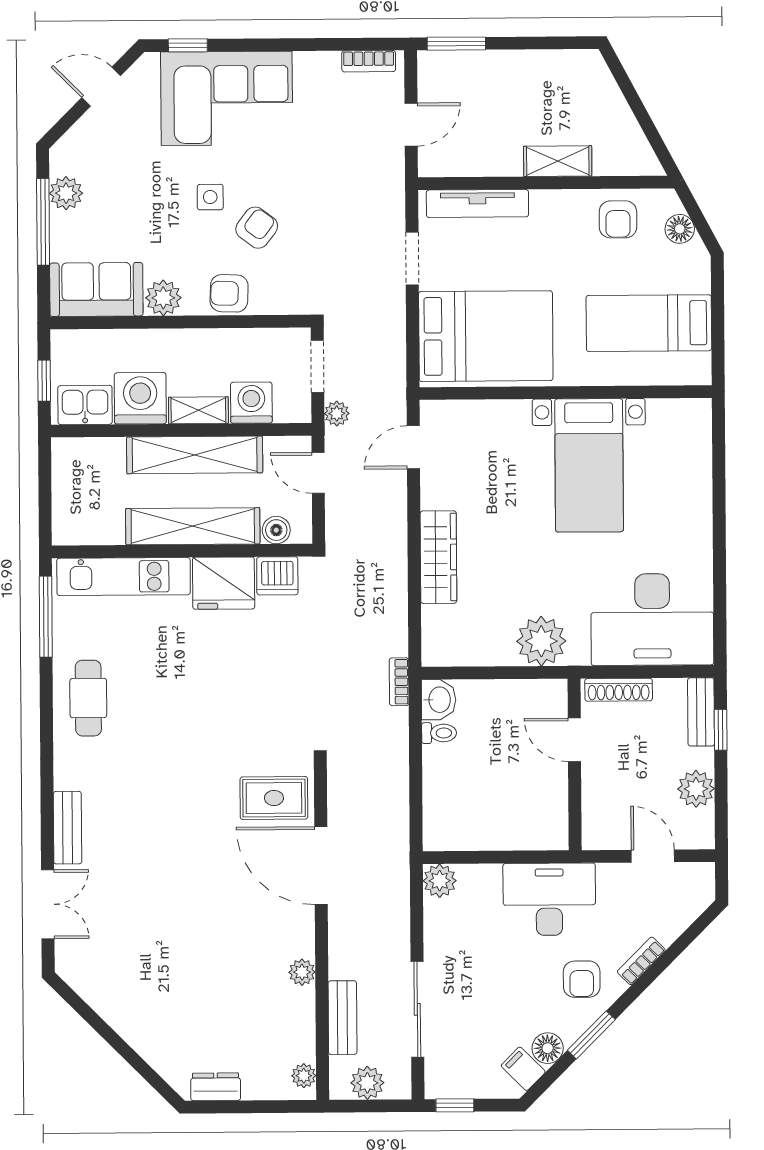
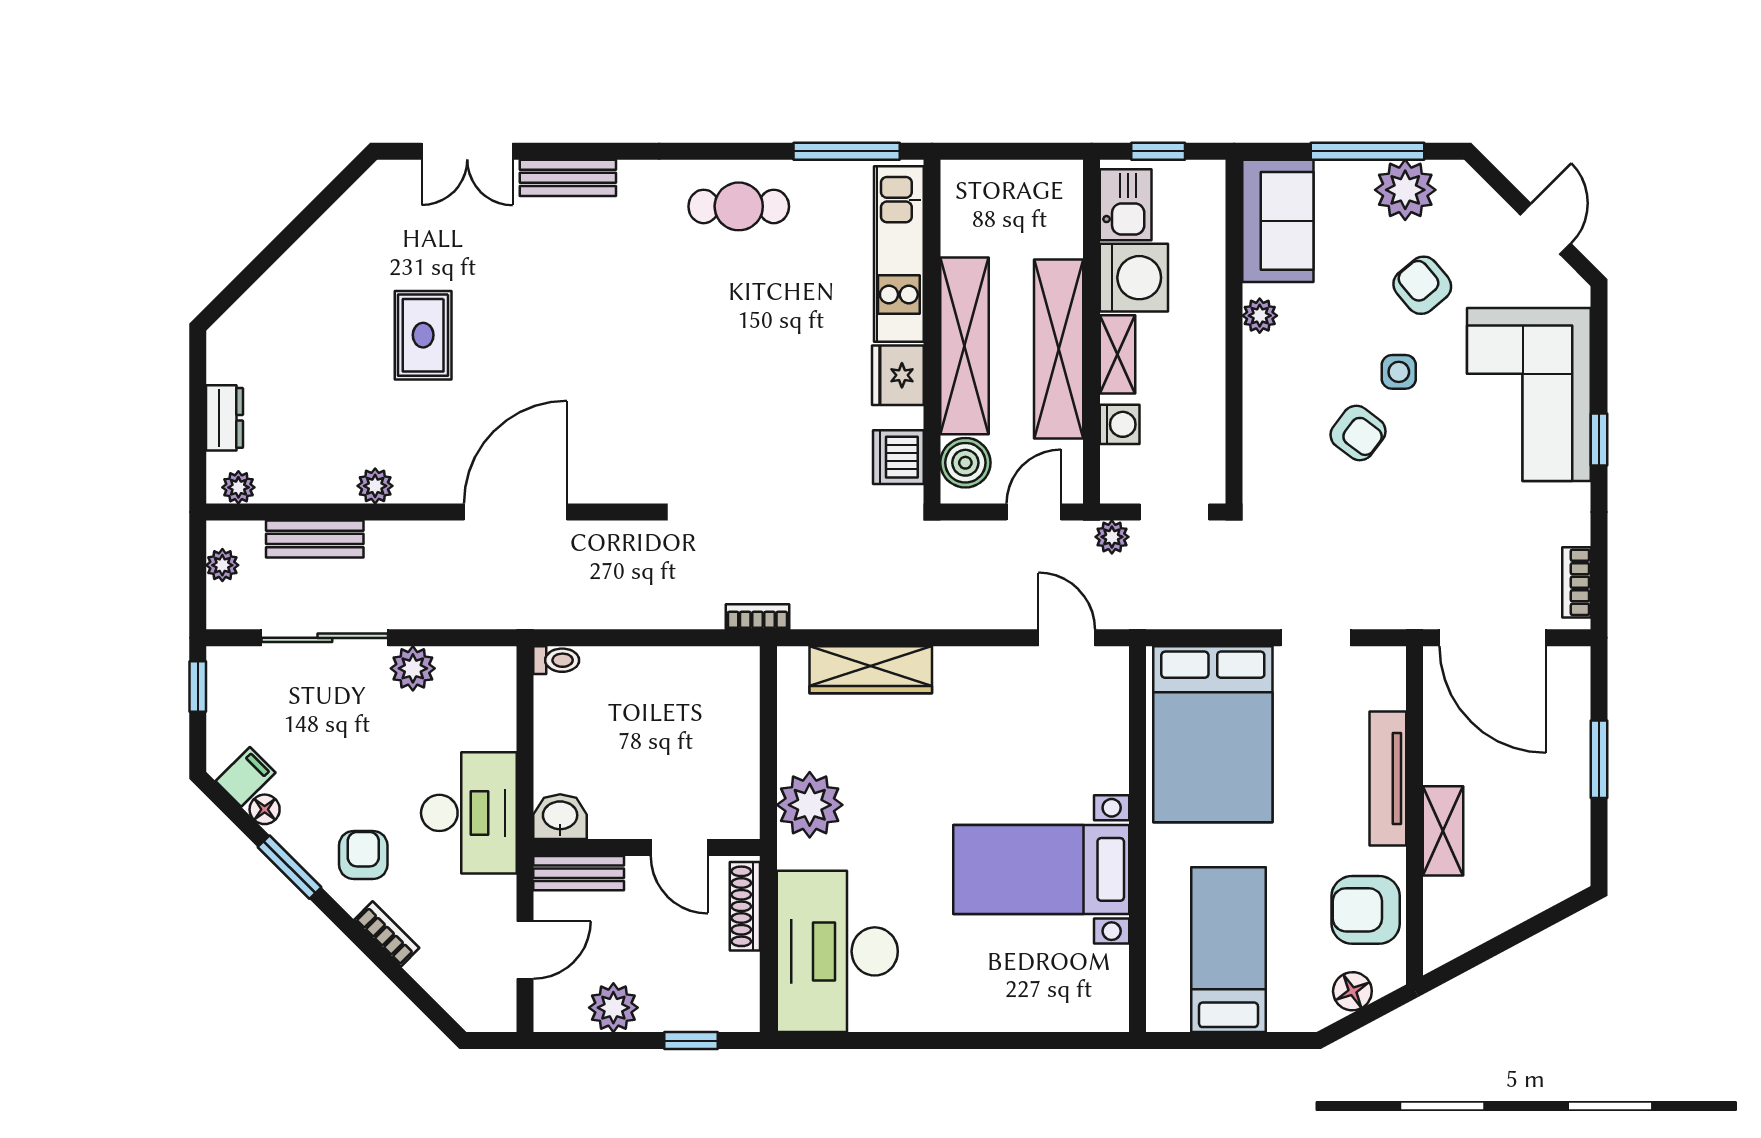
window: (456, 44) -> (1599, 759), moved
window: (188, 45) -> (1599, 439), moved
door: (411, 125) -> (1493, 638), width x1.87
plant: (66, 193) -> (1405, 190), width x1.36, depth x1.36
tv unit: (477, 203) -> (1388, 778), moved
armchair: (618, 219) -> (1366, 910), width x1.38, depth x1.38
armchair: (229, 293) -> (1422, 285), moved, turned -42
plant: (163, 298) -> (1260, 316), width x0.73, depth x0.73
washing machine: (251, 403) -> (1120, 424), width x0.73, depth x0.73
boiler: (276, 530) -> (965, 463), width x1.36, depth x1.36
wardrobe: (438, 557) -> (871, 670), moved
fridge: (224, 583) -> (898, 375), width x0.73, depth x0.75
washbasin: (439, 700) -> (560, 817), moved, turned 180
bench: (701, 712) -> (579, 873), moved
toilet: (439, 733) -> (556, 660), moved, turned -90
door: (574, 740) -> (679, 848), swing flipped
rug: (274, 798) -> (423, 335), moved
plant: (440, 881) -> (413, 668), moved
armchair: (582, 979) -> (363, 855), turned 90
floor lamp: (548, 1048) -> (265, 809), width x0.73, depth x0.73
plant: (367, 1083) -> (222, 565), width x0.73, depth x0.73
dresser: (216, 1087) -> (225, 418), moved

